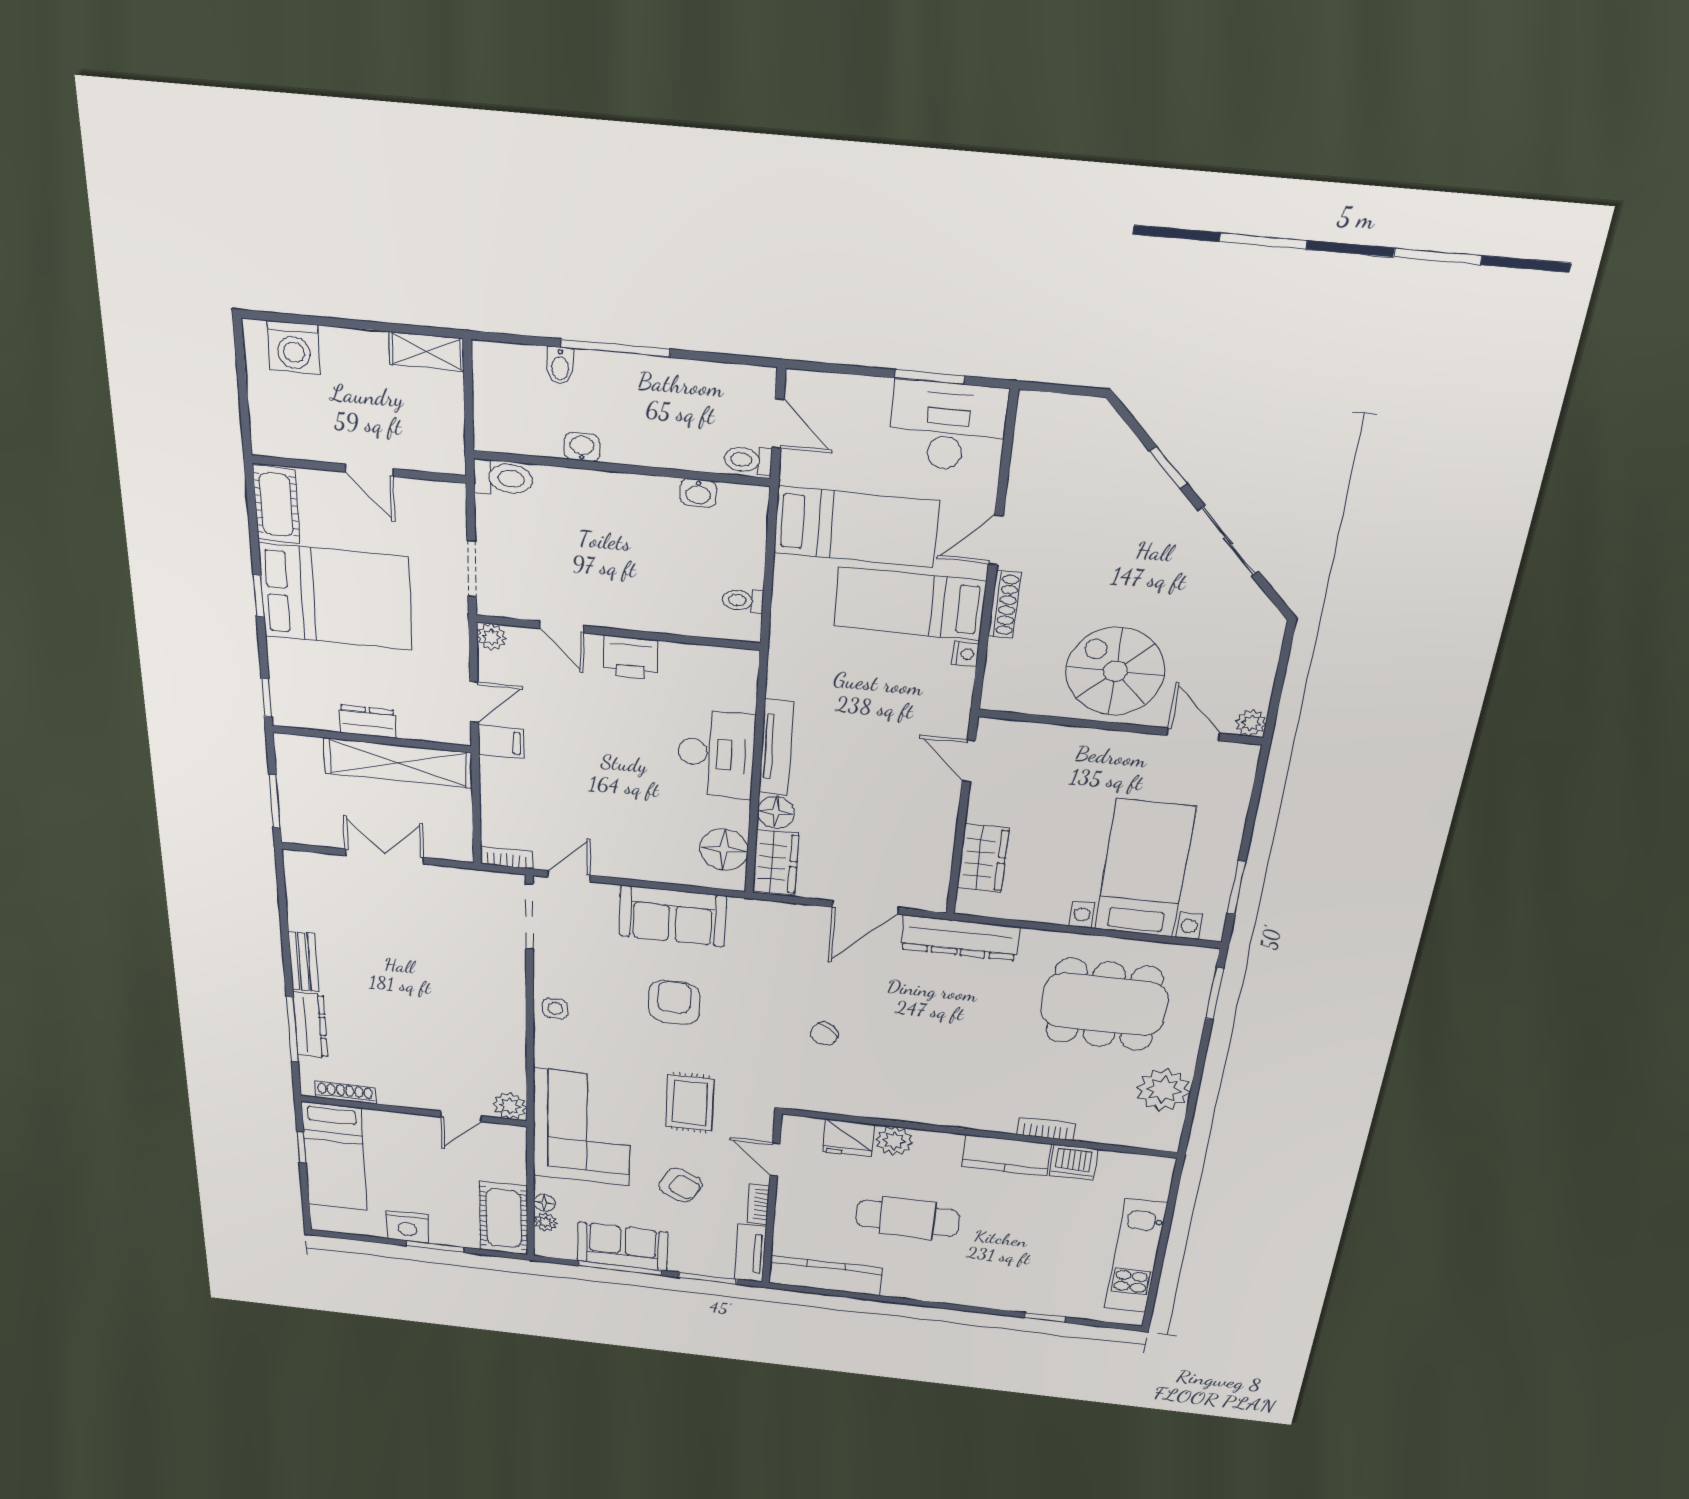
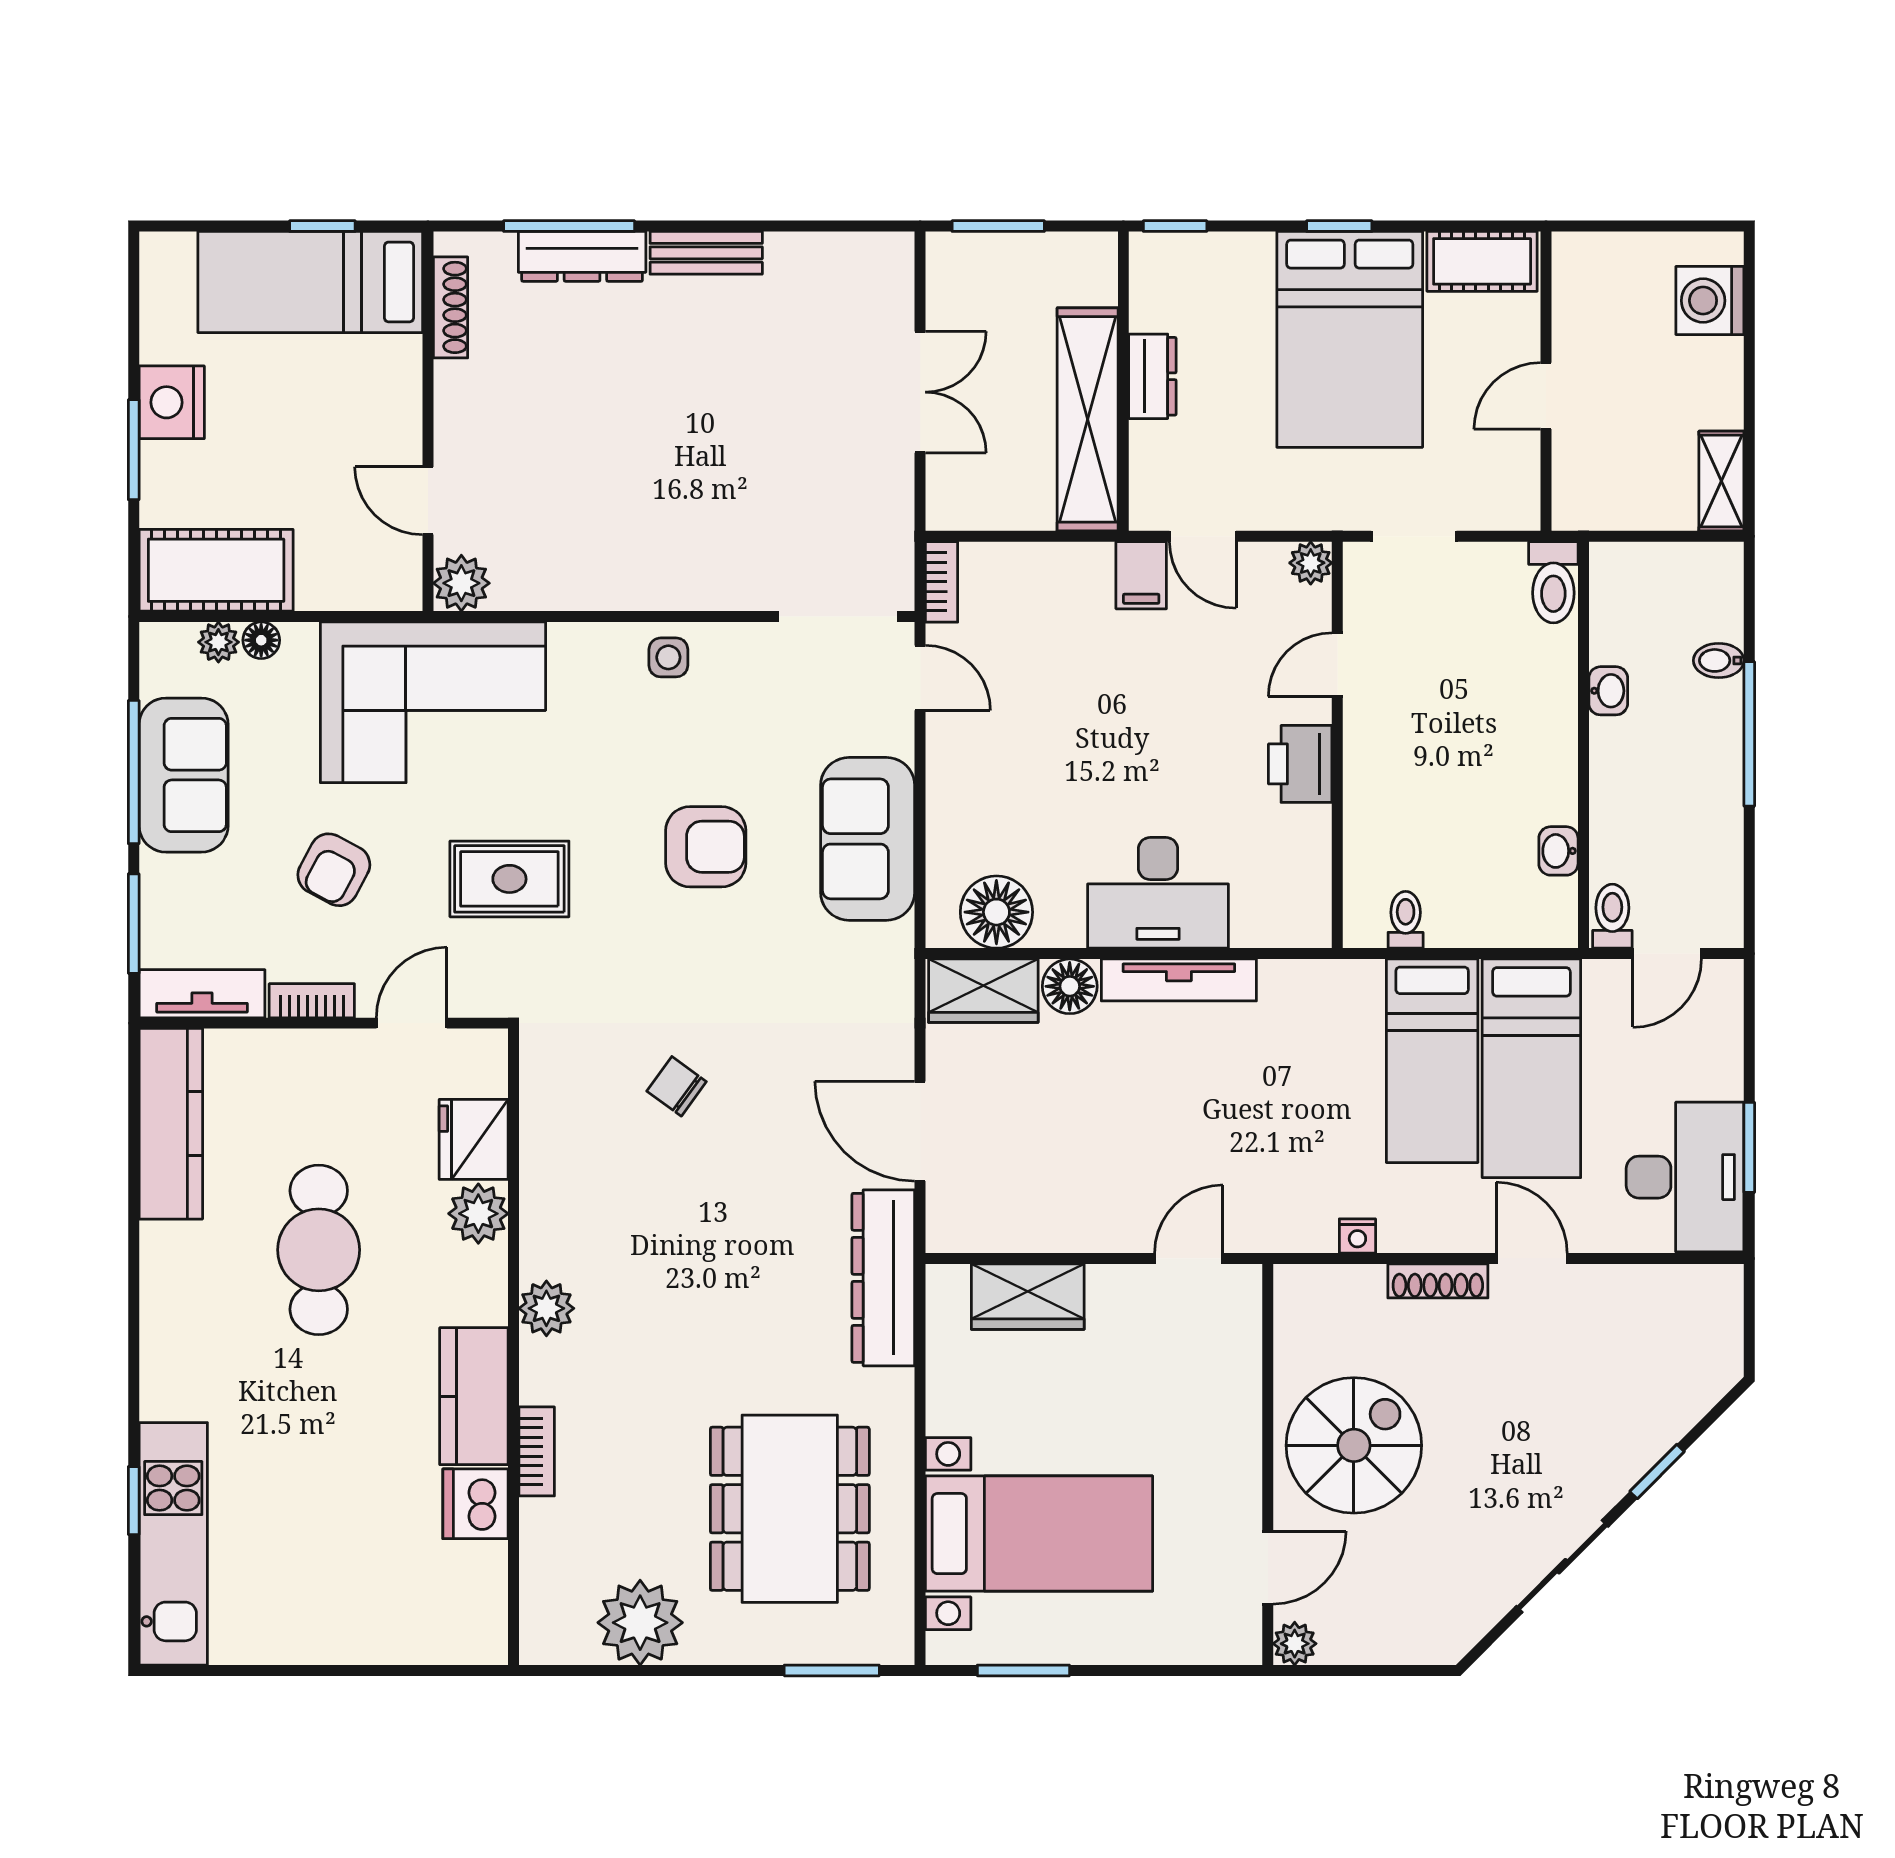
bed: (910, 604) -> (1432, 1061), moved, turned 180
plant: (957, 1114) -> (546, 1308), added
kitchen unit: (1136, 1256) -> (173, 1544), moved, turned 90

